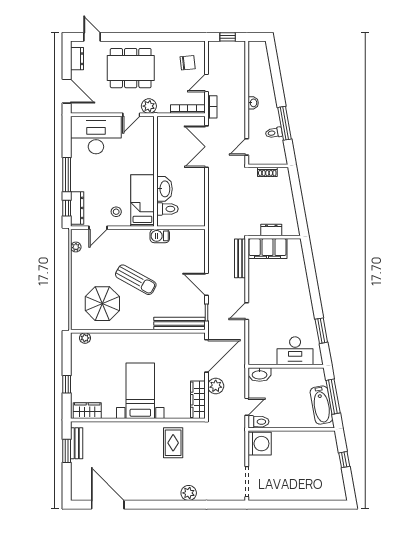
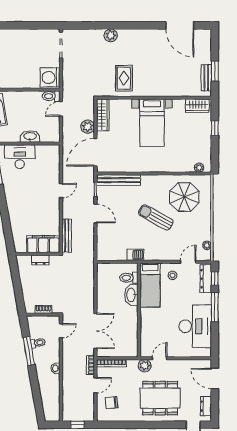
desk: (96, 135) -> (195, 326), moved, turned -90
washbasin: (260, 374) -> (30, 136), moved

